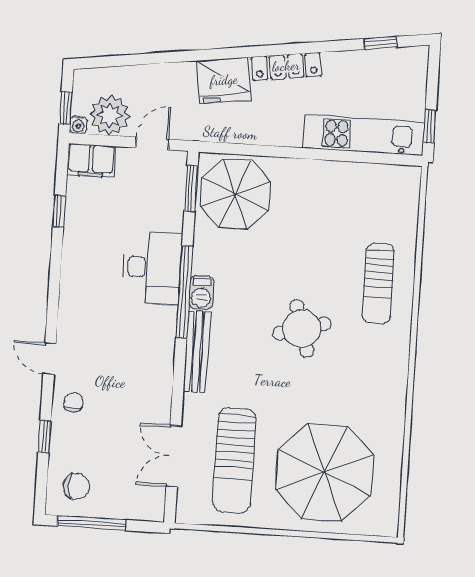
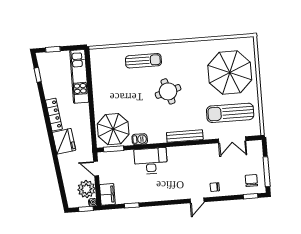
window: (430, 126) -> (53, 49), moved
window: (184, 292) -> (159, 145), removed
barbecue: (201, 292) -> (140, 139), moved
window: (44, 436) -> (251, 196), moved
sun lounger: (234, 460) -> (230, 113), turned 180

